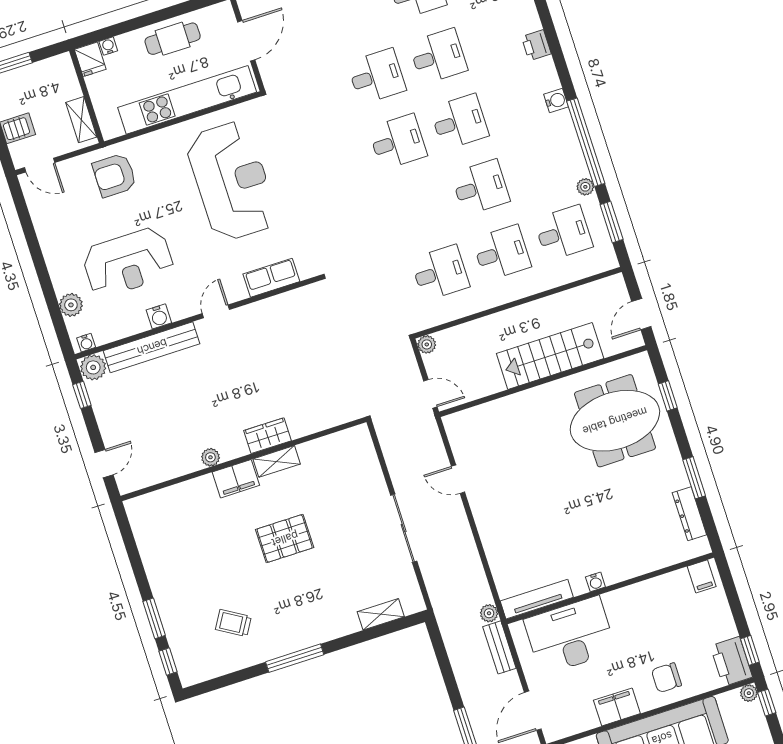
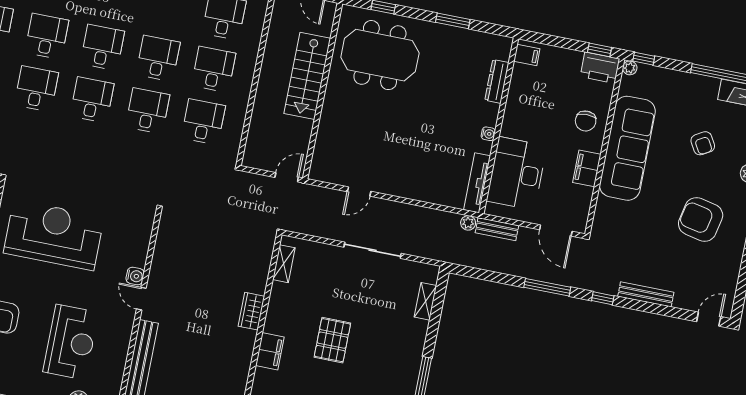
desk: (419, 207) -> (148, 111), added
row of seats: (271, 278) -> (139, 245), removed
water cooler: (159, 316) -> (135, 276), moved
plant: (427, 344) -> (250, 160), removed
meeting table: (615, 421) -> (380, 55), turned 90
plant: (210, 457) -> (244, 361), removed
shelving: (277, 461) -> (284, 264), moved
dresser: (689, 514) -> (497, 81), moved, turned 90

